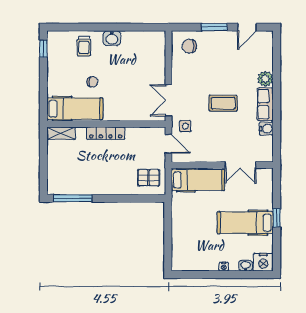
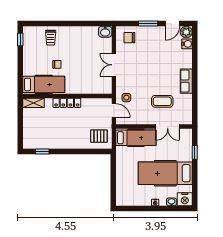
washbasin: (112, 38) -> (105, 32), moved
plant: (265, 79) -> (186, 32), moved
double door: (168, 100) -> (114, 65), moved
coffee table: (223, 103) -> (162, 101), moved
water cooler: (266, 129) -> (187, 44), moved
window: (73, 198) -> (42, 151), width x0.46
window: (277, 218) -> (195, 152), moved
hospital bed: (245, 223) -> (165, 173), width x1.37, depth x1.29

